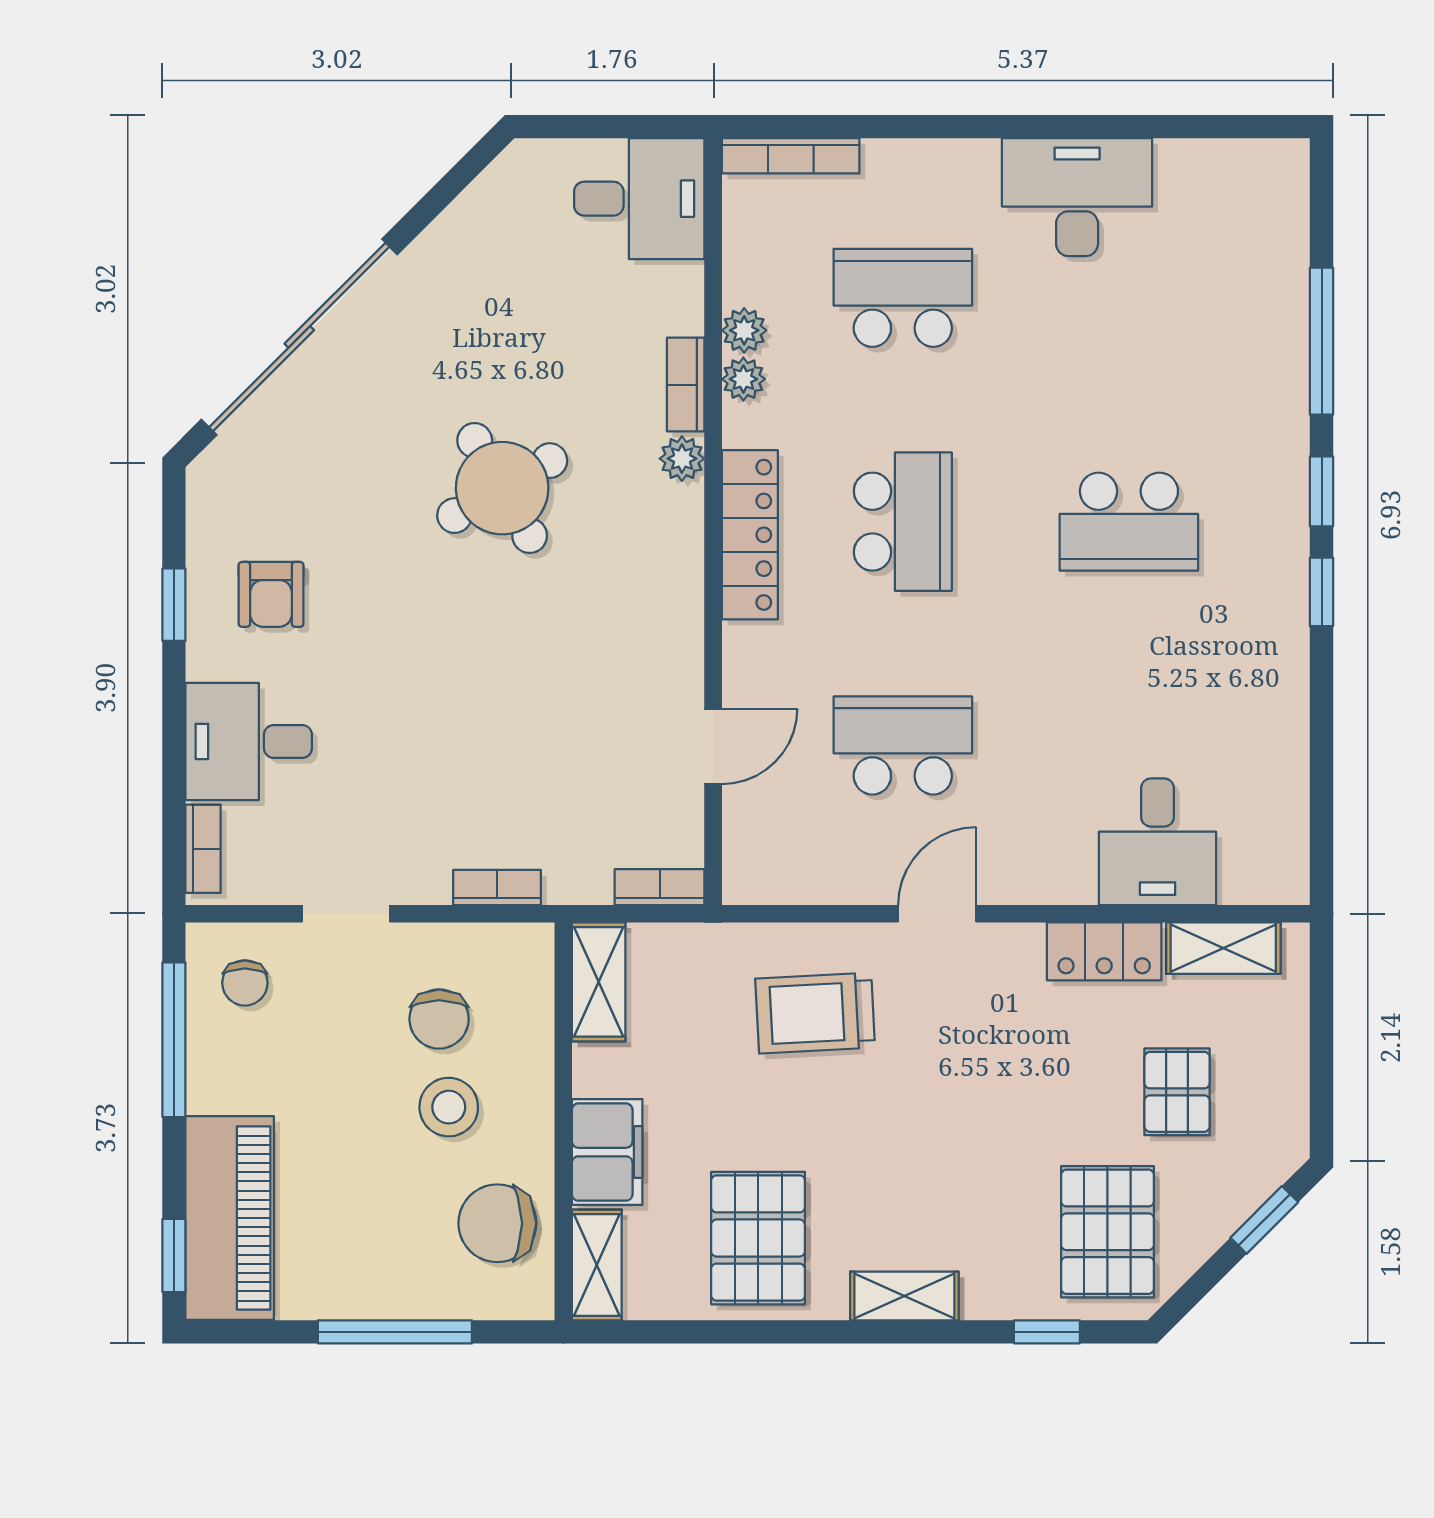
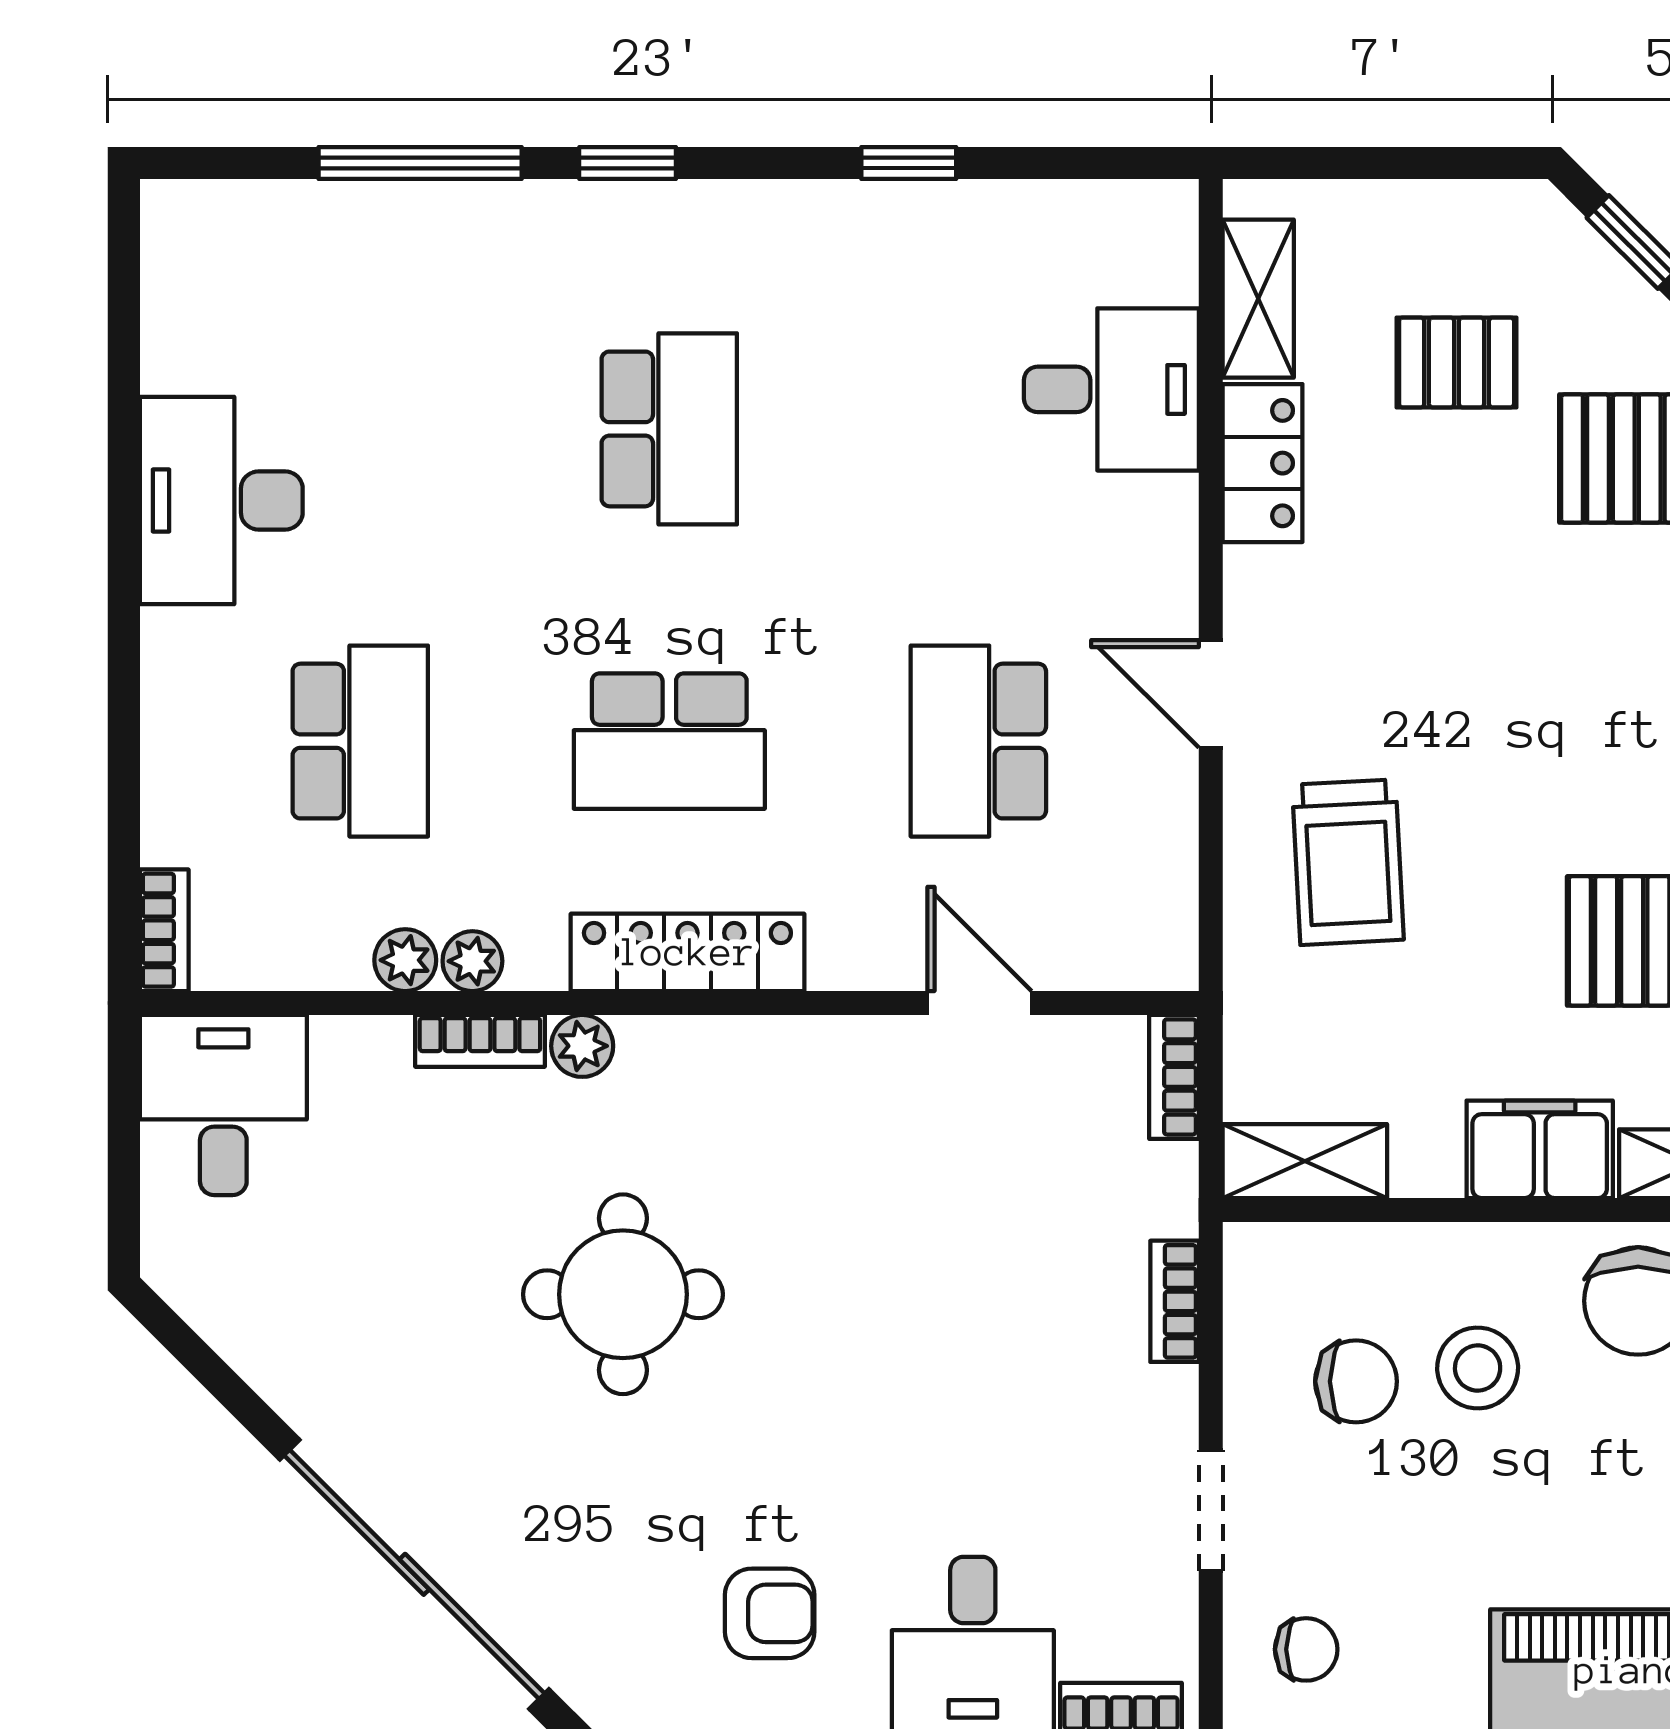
bookcase: (791, 156) -> (164, 930), width x0.64
school desk: (903, 298) -> (360, 741), turned 180
round table: (502, 488) -> (623, 1294), turned 30
school desk: (903, 522) -> (669, 741), turned 180
window: (1322, 592) -> (909, 163), moved

